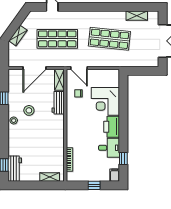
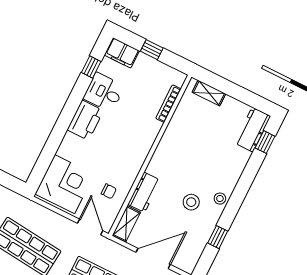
corner desk: (105, 101) -> (65, 184), moved
filing cabinet: (115, 175) -> (122, 53), width x2.00

